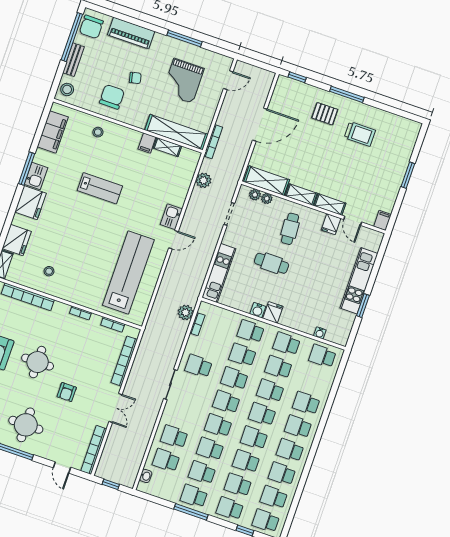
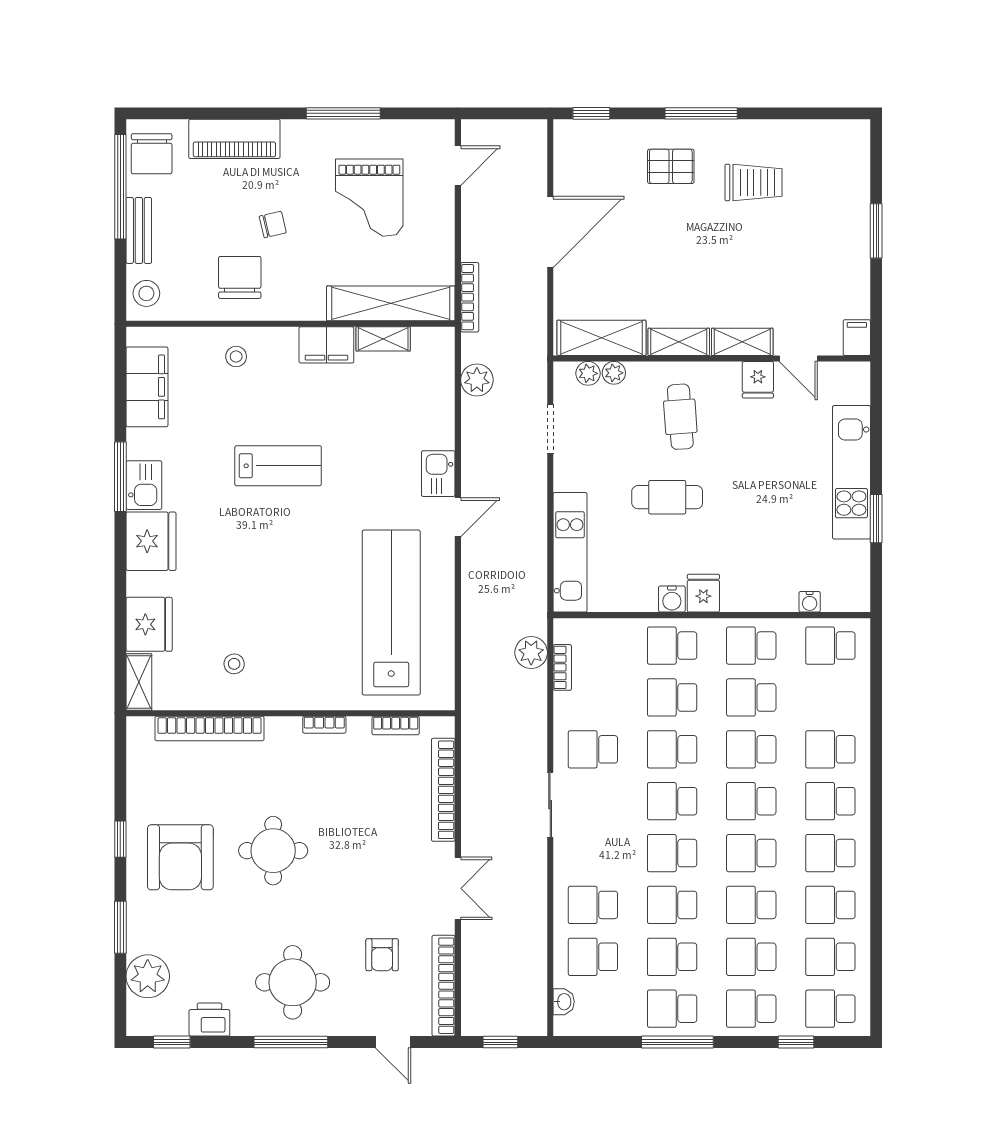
filing cabinet: (147, 143) -> (326, 345), width x2.00
armchair: (67, 392) -> (382, 955), moved

